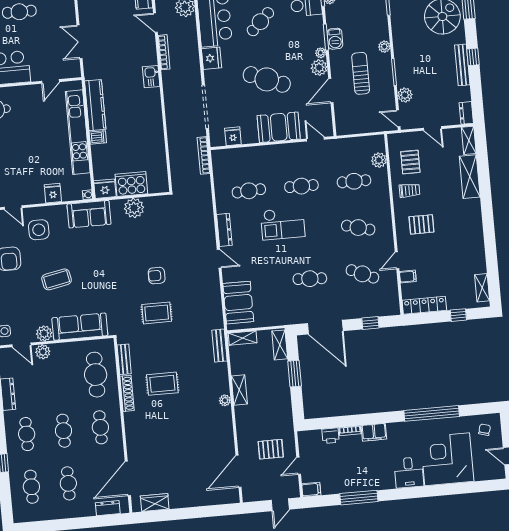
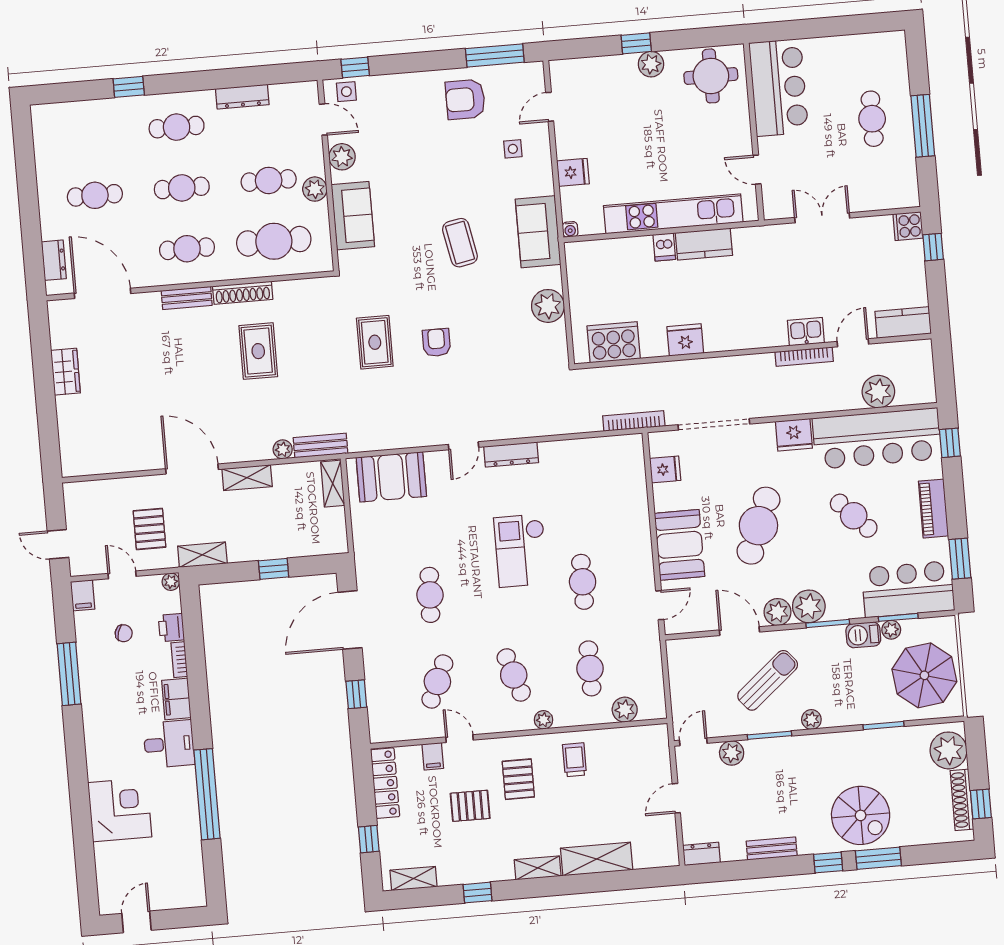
barbecue: (335, 39) -> (863, 635), moved
plant: (321, 53) -> (809, 606), width x1.88, depth x1.88
window: (473, 57) -> (828, 863), moved
bench: (462, 65) -> (772, 849), width x0.73
sun lounger: (361, 73) -> (768, 680), turned -40
kitchen sink: (151, 77) -> (806, 332), moved
kitchen counter: (95, 105) -> (704, 244), width x0.67
shelving: (469, 140) -> (538, 868), moved
pallet: (410, 162) -> (470, 806), moved
cooker: (131, 184) -> (614, 342), moved, turned -90
fridge: (105, 189) -> (685, 340), moved, turned -90
trolley: (409, 190) -> (574, 760), turned 180
cafe table: (249, 191) -> (575, 495), removed
plant: (385, 209) -> (543, 720), added
cafe table: (358, 228) -> (514, 675), turned -33
side table: (39, 230) -> (513, 149), width x0.54, depth x0.54
window: (490, 249) -> (477, 893), added
coffee table: (57, 279) -> (460, 243), moved
sofa: (80, 327) -> (353, 216), width x0.73
door: (22, 345) -> (323, 120), swing flipped
shelving: (280, 345) -> (202, 555), moved
plant: (43, 352) -> (315, 189), moved
bench: (124, 359) -> (187, 298), moved
window: (295, 374) -> (274, 569), width x0.67
plant: (225, 400) -> (283, 449), moved
chair: (484, 430) -> (124, 633), moved
plant: (303, 436) -> (171, 582), added
corner desk: (447, 459) -> (120, 810), width x0.74, depth x0.74
door: (239, 471) -> (192, 469), moved
desk: (409, 473) -> (169, 744), moved, turned 180
cafe table: (31, 487) -> (269, 180), moved
wardrobe: (155, 503) -> (66, 372), moved

